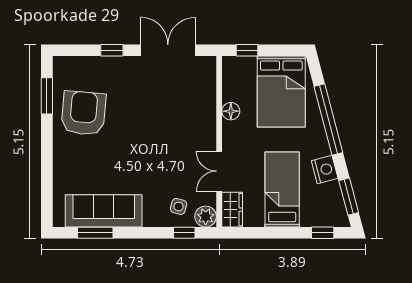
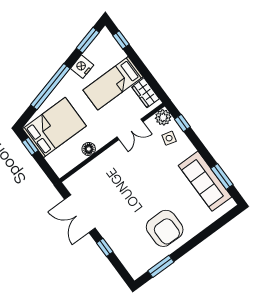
window: (247, 50) -> (30, 146), moved
armchair: (83, 113) -> (165, 228), moved, turned -95
wardrobe: (232, 210) -> (145, 93), moved, turned -90

